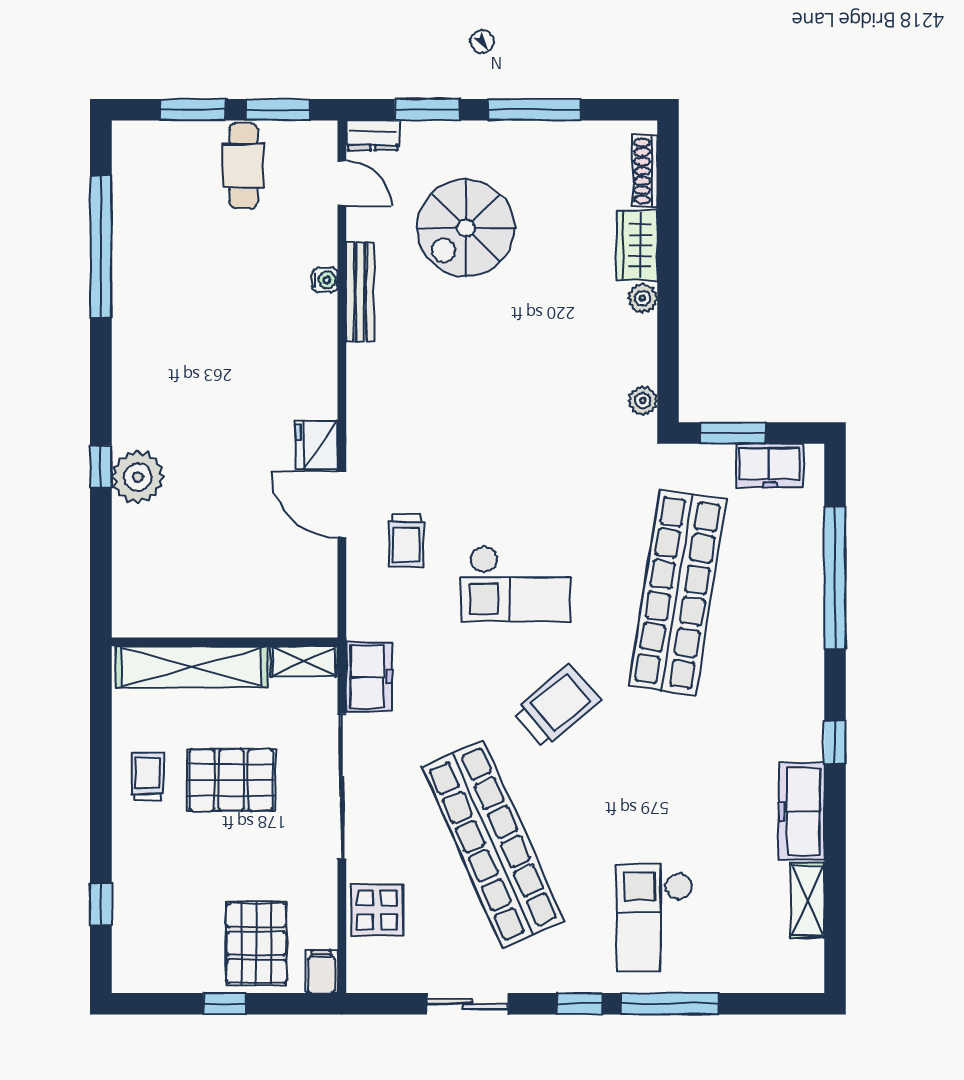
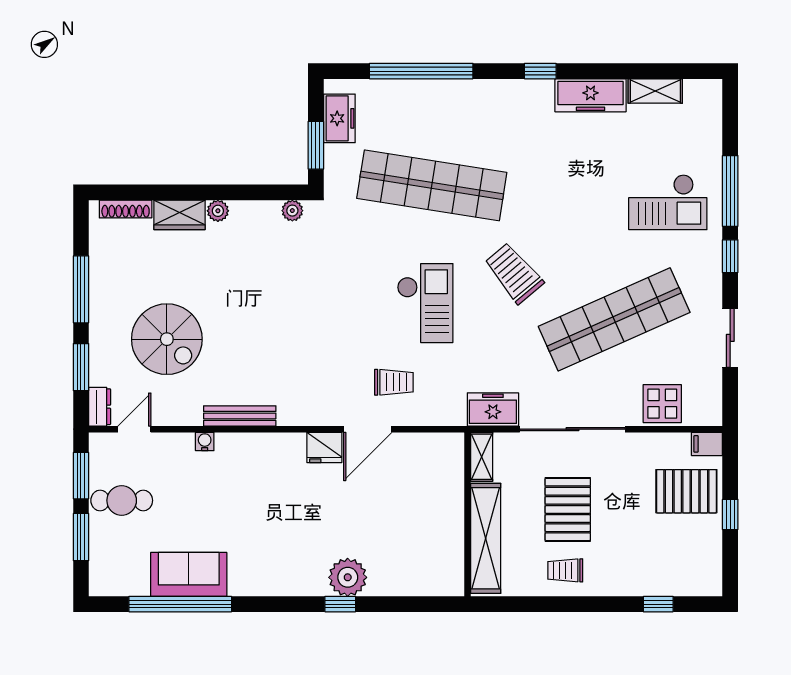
sofa: (142, 258) -> (189, 574), added
bench: (360, 292) -> (240, 416), moved

